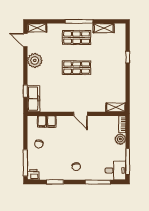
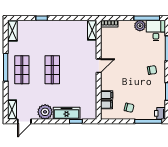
shelving: (104, 28) -> (12, 31), moved
freezer: (33, 99) -> (67, 113), moved
plant: (120, 139) -> (140, 26), moved

